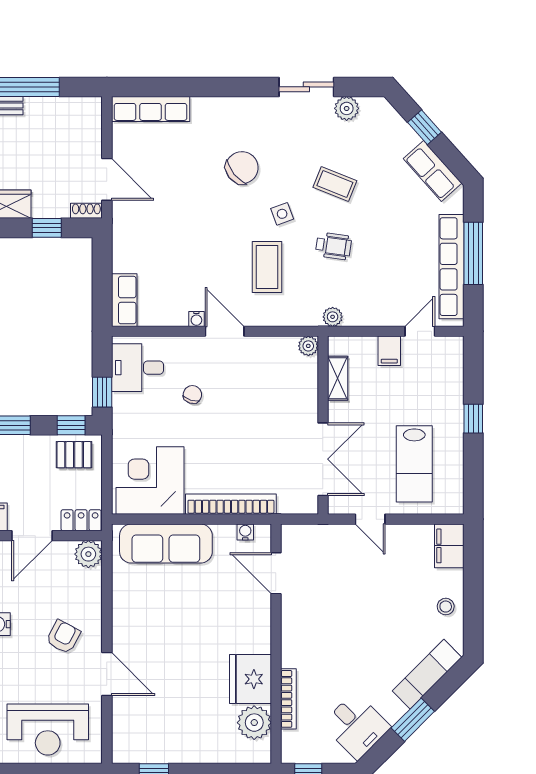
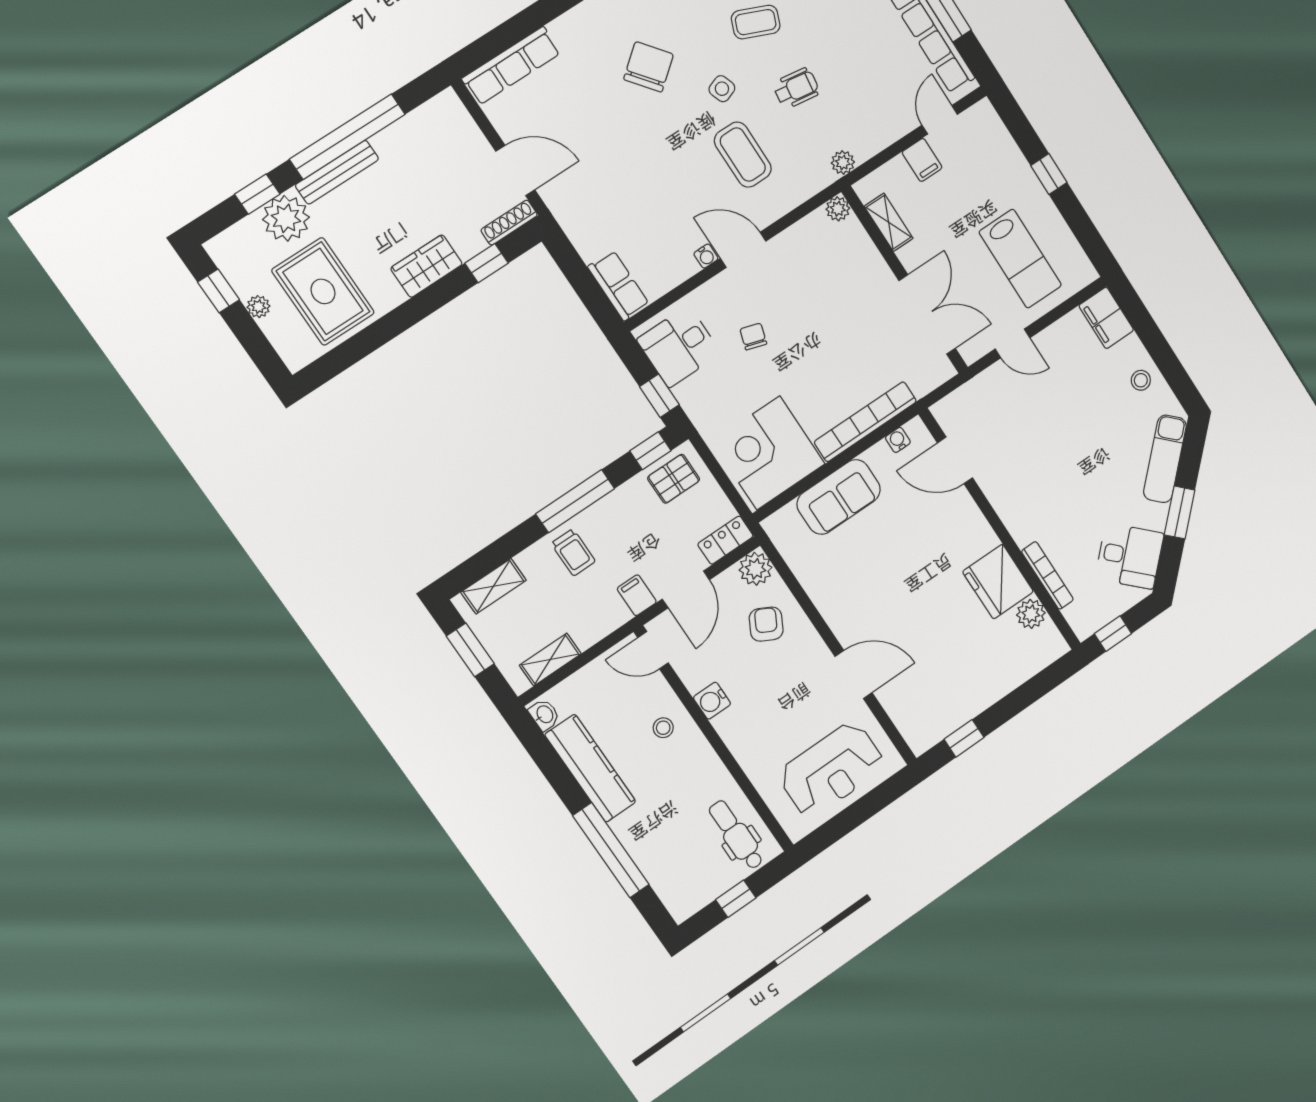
shoe rack: (86, 211) -> (509, 223), width x1.43
sofa: (166, 544) -> (839, 497), width x0.73
armchair: (63, 637) -> (766, 624), moved
plant: (254, 723) -> (1031, 614), width x0.73, depth x0.73

